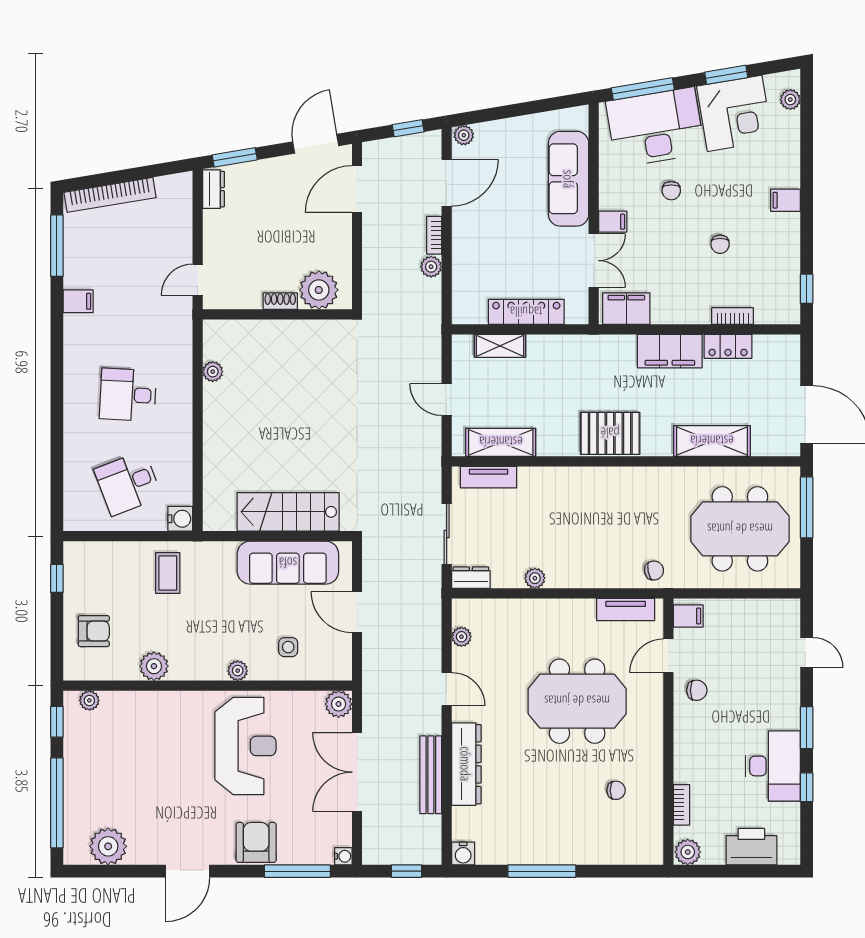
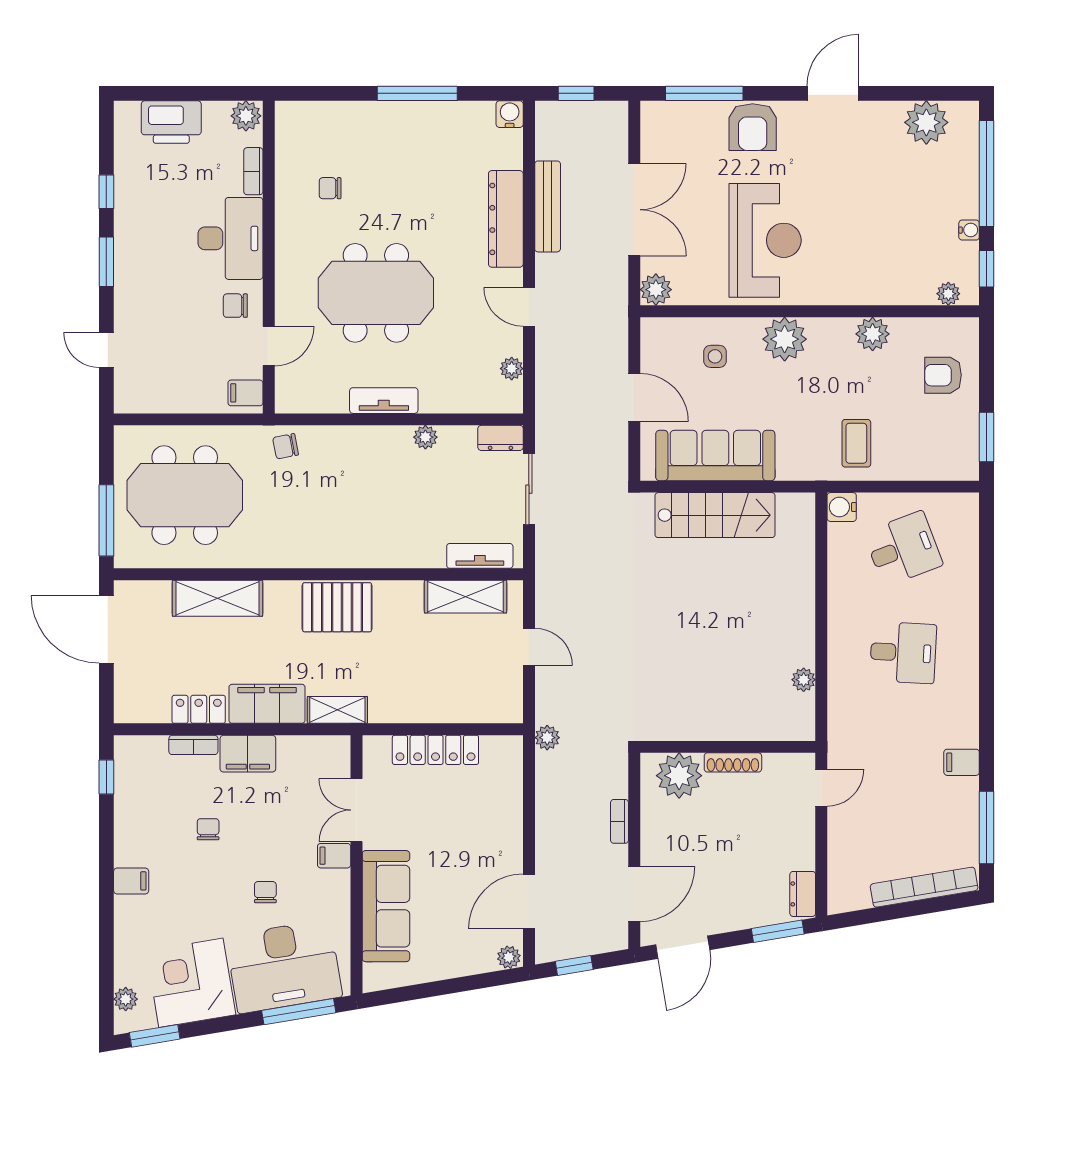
window: (726, 75) -> (155, 1036), moved
bookcase: (434, 235) -> (619, 821), moved, turned 180
plant: (431, 267) -> (547, 738), moved
shoe rack: (280, 301) -> (733, 762), width x1.43
filing cabinet: (626, 309) -> (248, 754), moved
shelving: (500, 346) -> (337, 710), moved
window: (57, 578) -> (987, 437), width x1.50
tv unit: (626, 609) -> (384, 401), moved
plant: (238, 671) -> (785, 339), width x1.87, depth x1.87
reception desk: (245, 746) -> (765, 240), turned 180
desk: (773, 766) -> (231, 238), moved, turned 180
water cooler: (343, 856) -> (969, 230), moved, turned 180

